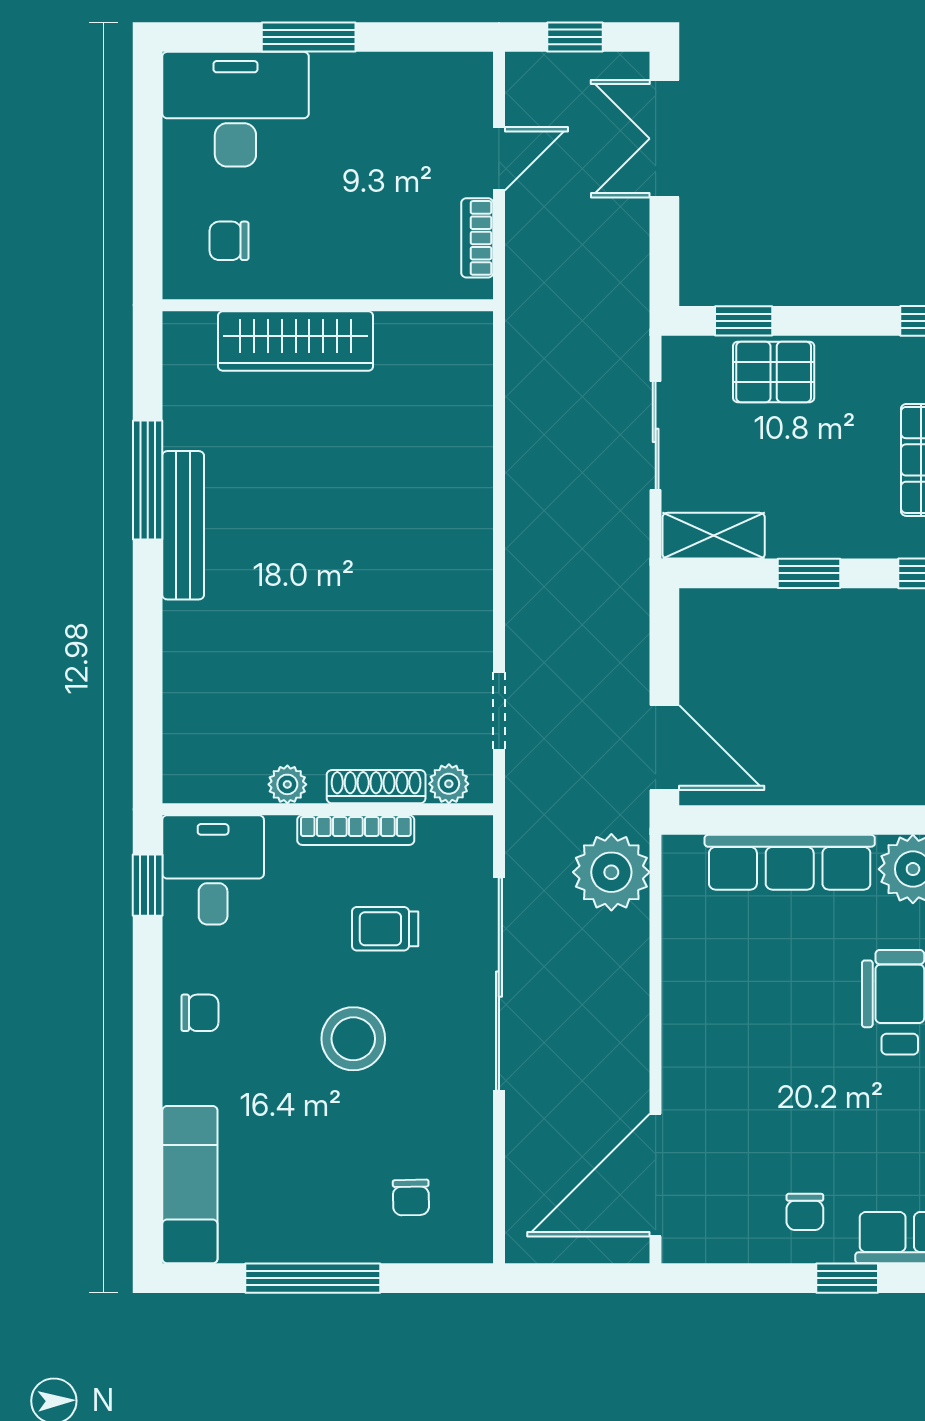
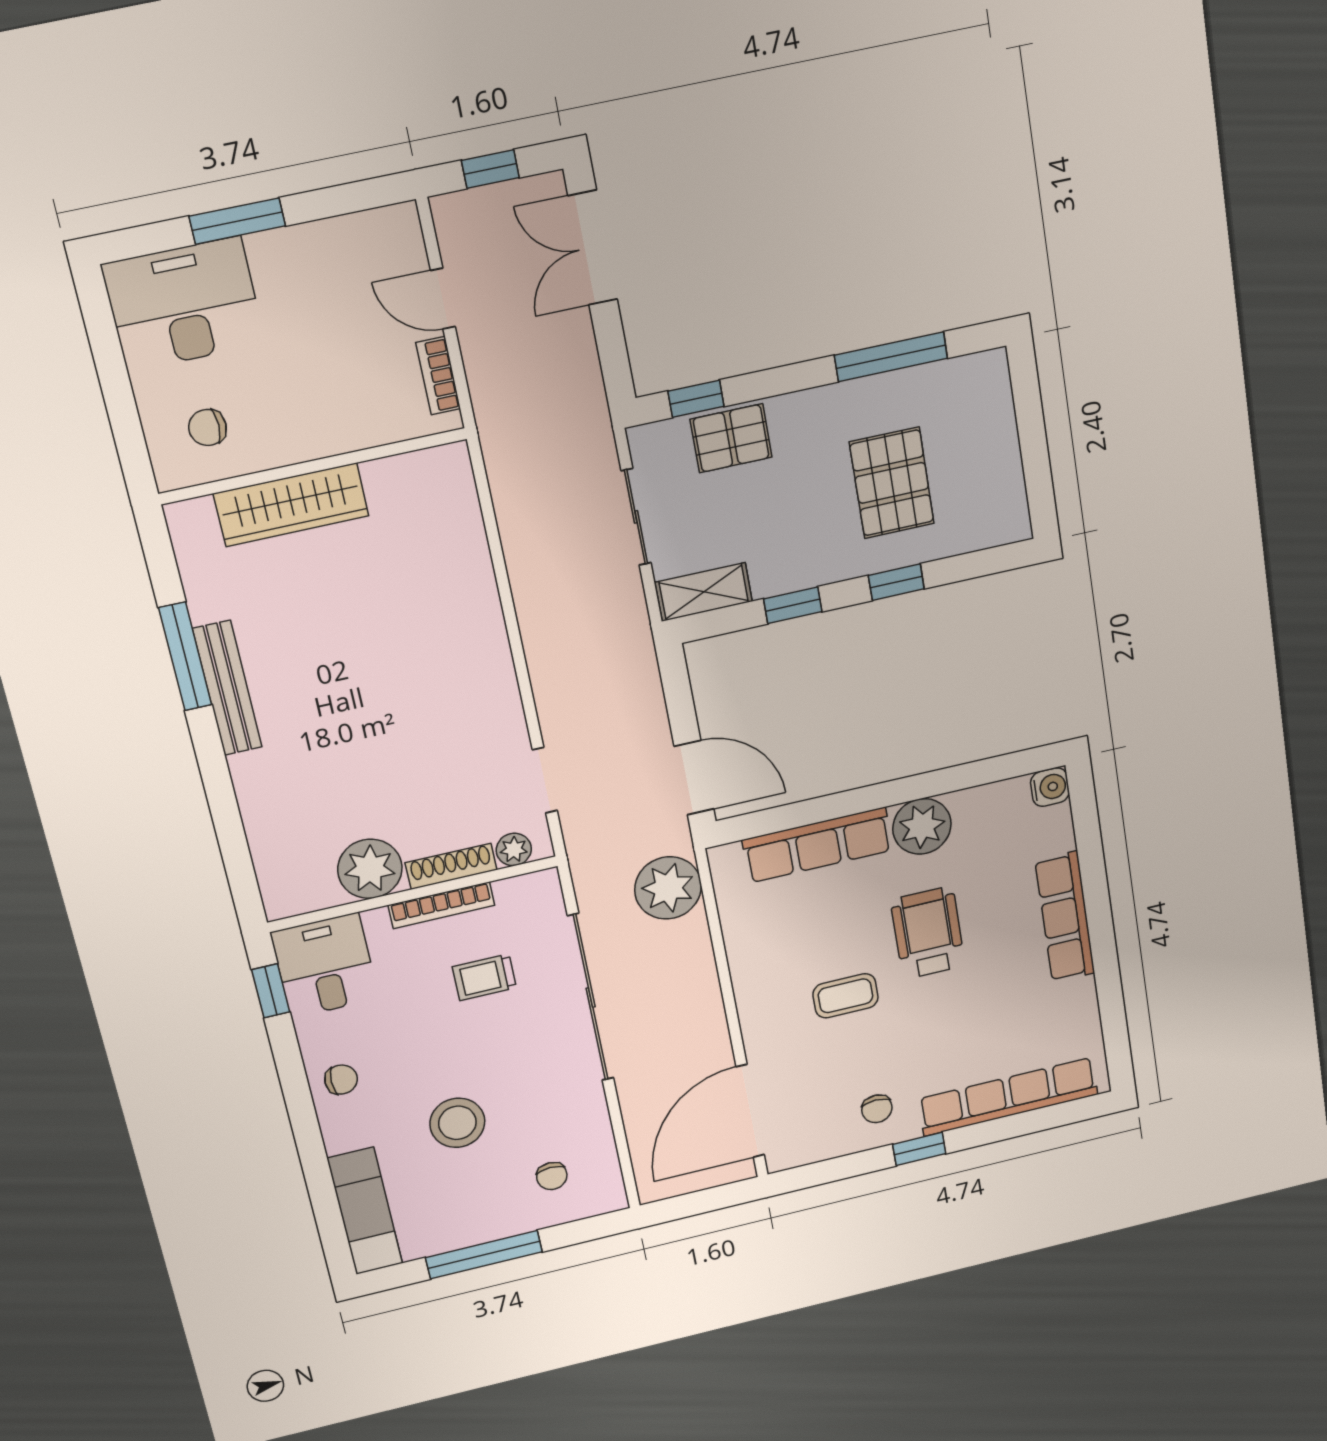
door: (499, 159) -> (443, 299), swing flipped
plant: (287, 784) -> (370, 869), width x1.88, depth x1.88
stool: (353, 1039) -> (457, 1123), moved
coffee table: (791, 1057) -> (846, 996), added

